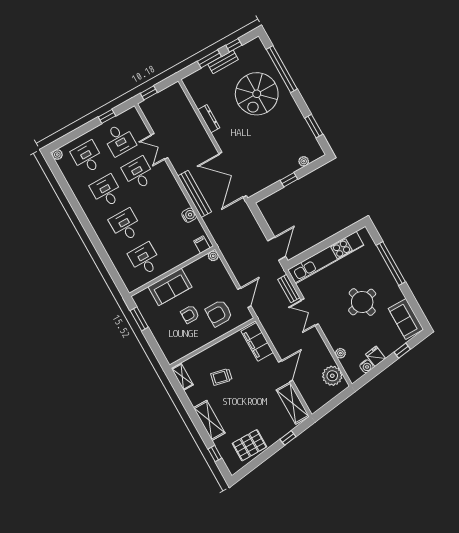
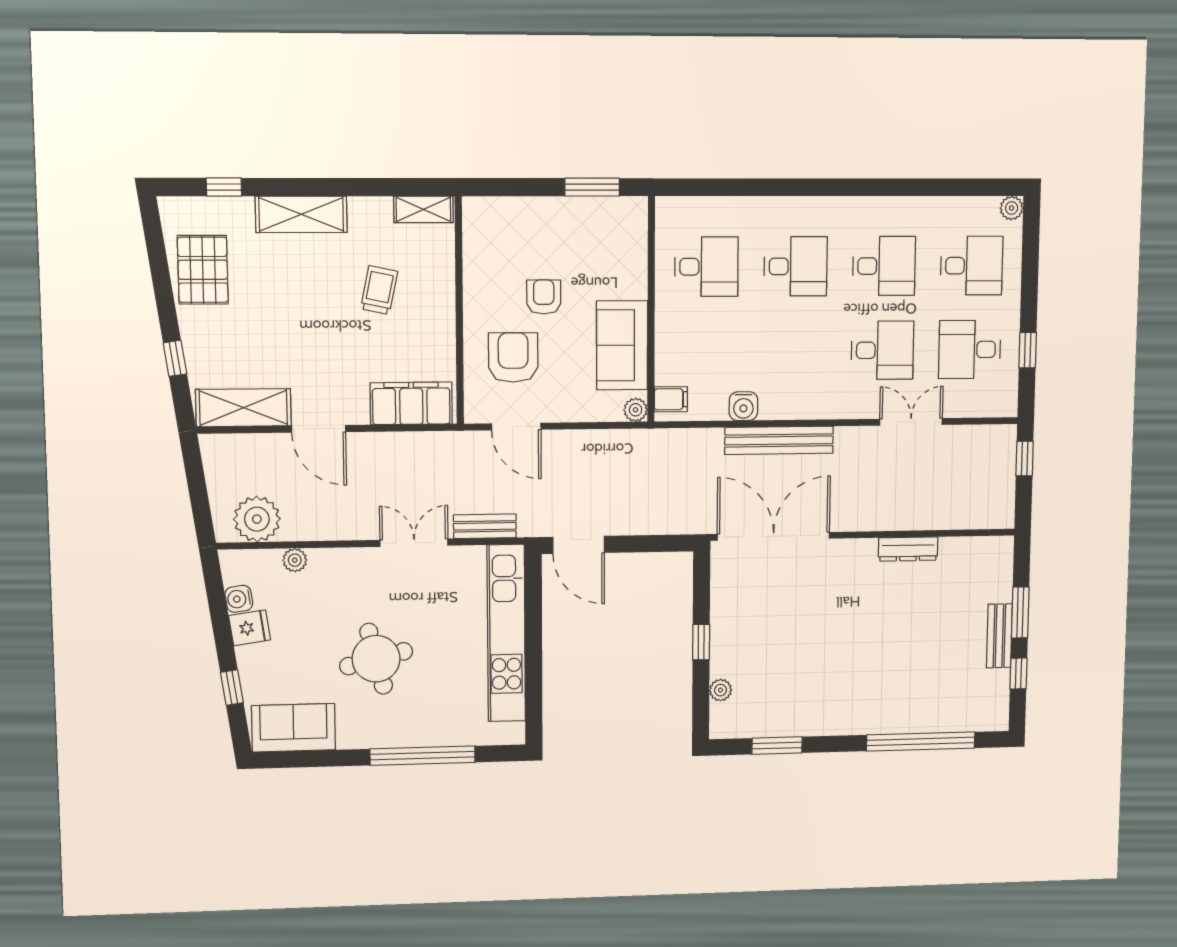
spiral stairs: (257, 94) -> (902, 668), removed
sofa: (170, 287) -> (622, 345), moved

